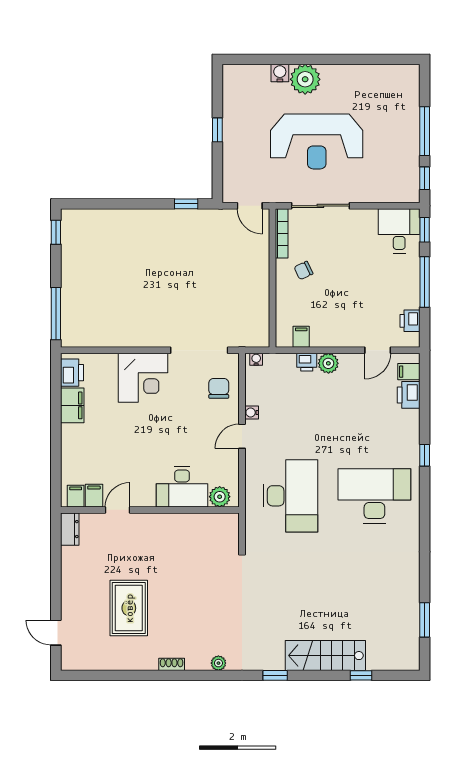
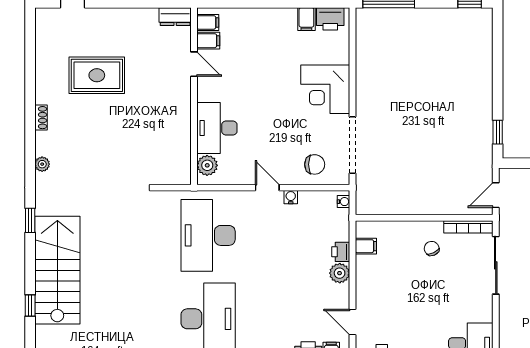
filing cabinet: (72, 405) -> (306, 19), width x0.50
desk: (290, 496) -> (208, 235), turned 90
stairs: (325, 656) -> (57, 270), width x1.36, depth x1.51

